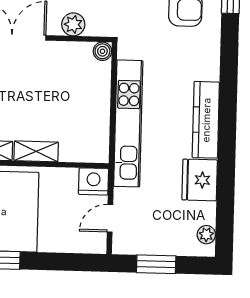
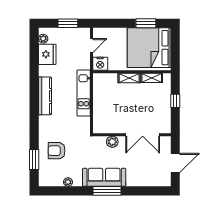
boiler: (102, 51) -> (97, 129), removed
kitchen unit: (128, 123) -> (84, 93), width x0.73
fridge: (200, 180) -> (47, 54), moved

